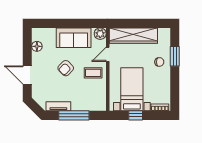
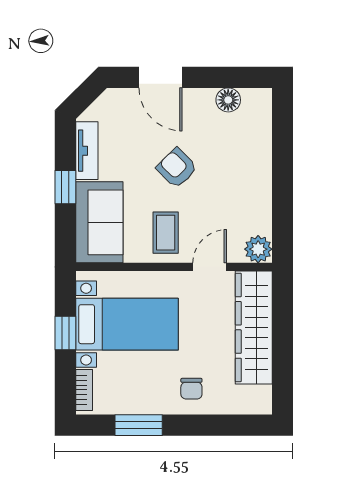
sofa: (74, 38) -> (99, 222), moved, turned 180
door: (108, 54) -> (210, 267), hinge flipped
window: (175, 56) -> (139, 425), moved
door: (27, 75) -> (160, 77), swing flipped
window: (74, 115) -> (65, 187), width x0.46

